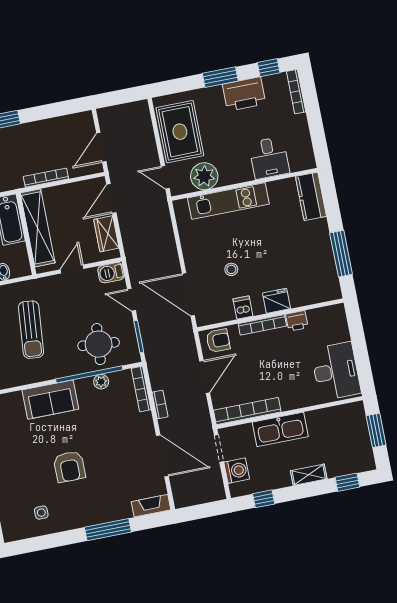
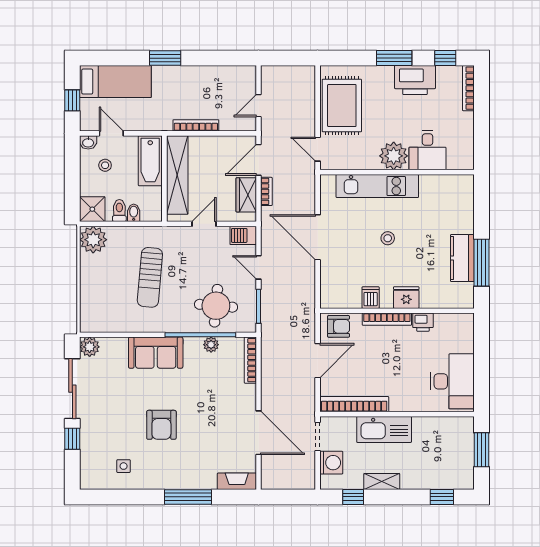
door: (101, 147) -> (258, 106), width x0.73
plant: (204, 176) -> (394, 156), moved
kitchen counter: (311, 196) -> (462, 258), moved
stool: (231, 269) -> (388, 238), moved
door: (188, 294) -> (318, 237), moved
bookcase: (160, 404) -> (266, 191), moved
shelving: (309, 475) -> (382, 481), moved

